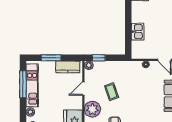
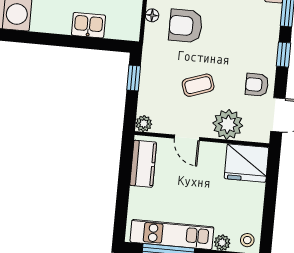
window: (51, 58) -> (123, 194), removed
window: (99, 58) -> (134, 78), moved
armchair: (142, 82) -> (186, 26), added

